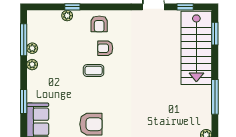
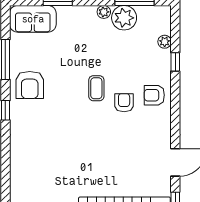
plant: (67, 16) -> (165, 42), moved
plant: (32, 48) -> (124, 18), width x1.88, depth x1.88

